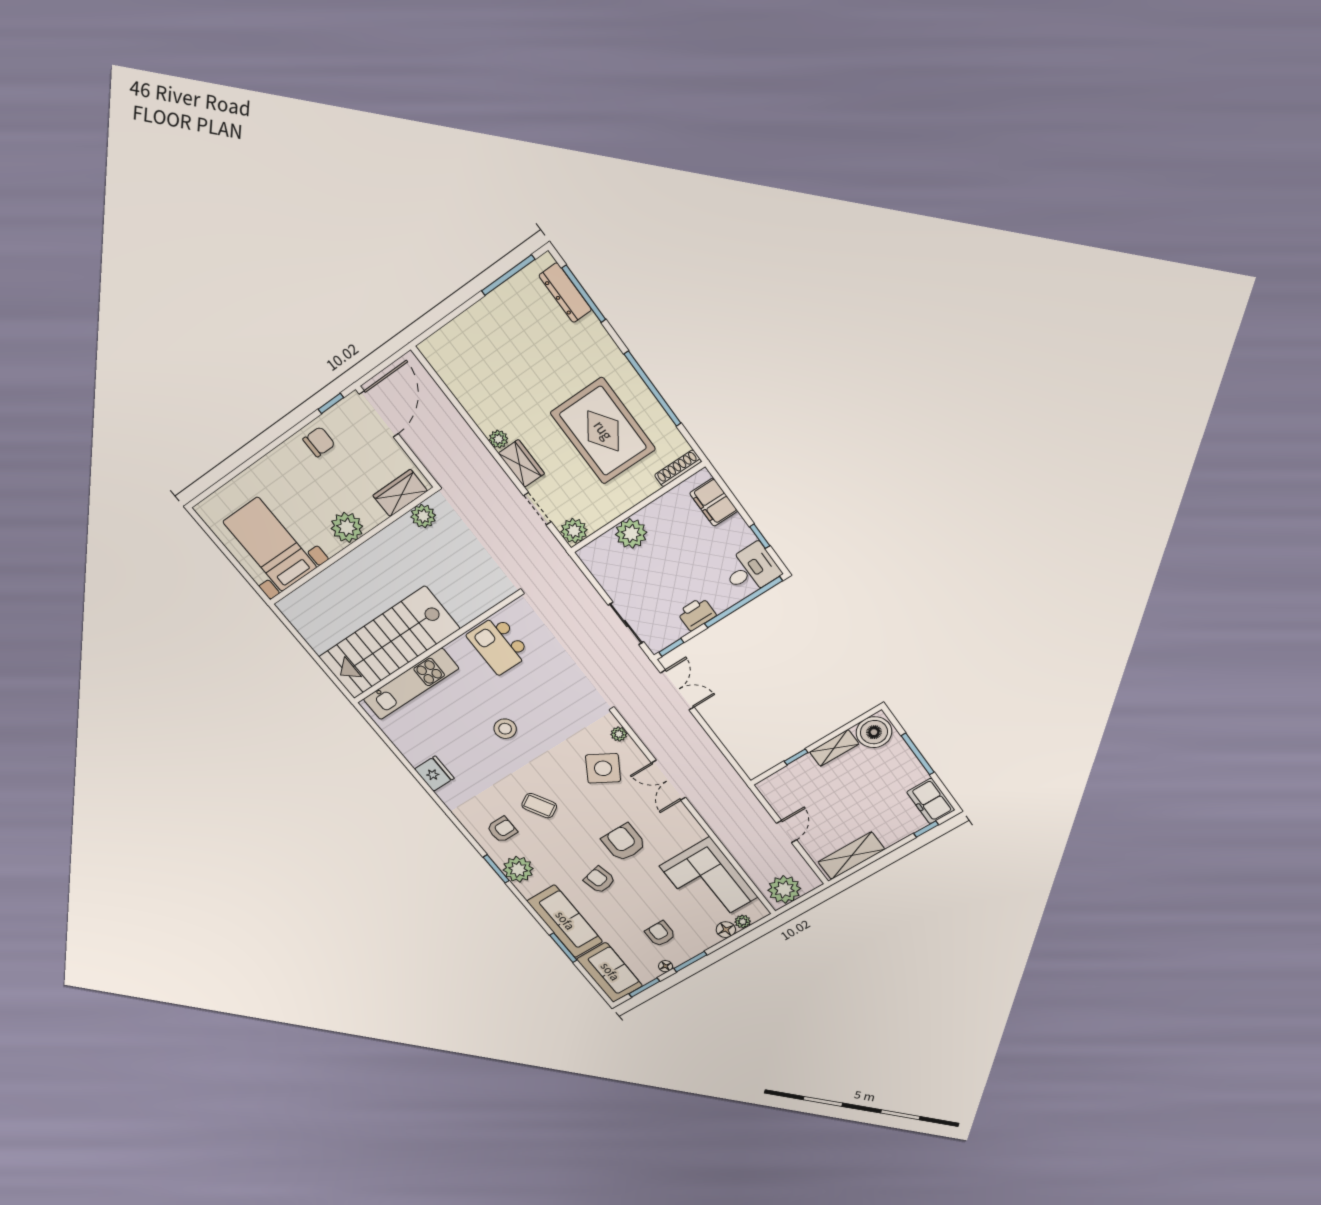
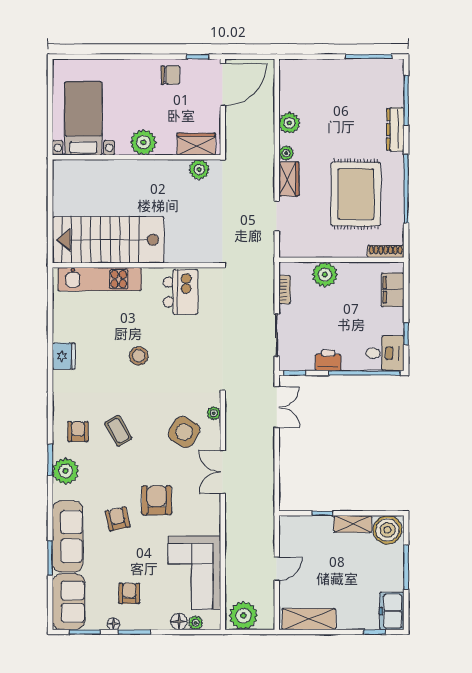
dresser: (565, 293) -> (395, 129), moved
plant: (574, 531) -> (289, 123), moved
bookcase: (601, 575) -> (285, 290), added
kitchen island: (499, 645) -> (181, 292), turned 180
armchair: (502, 830) -> (78, 432), turned -90

